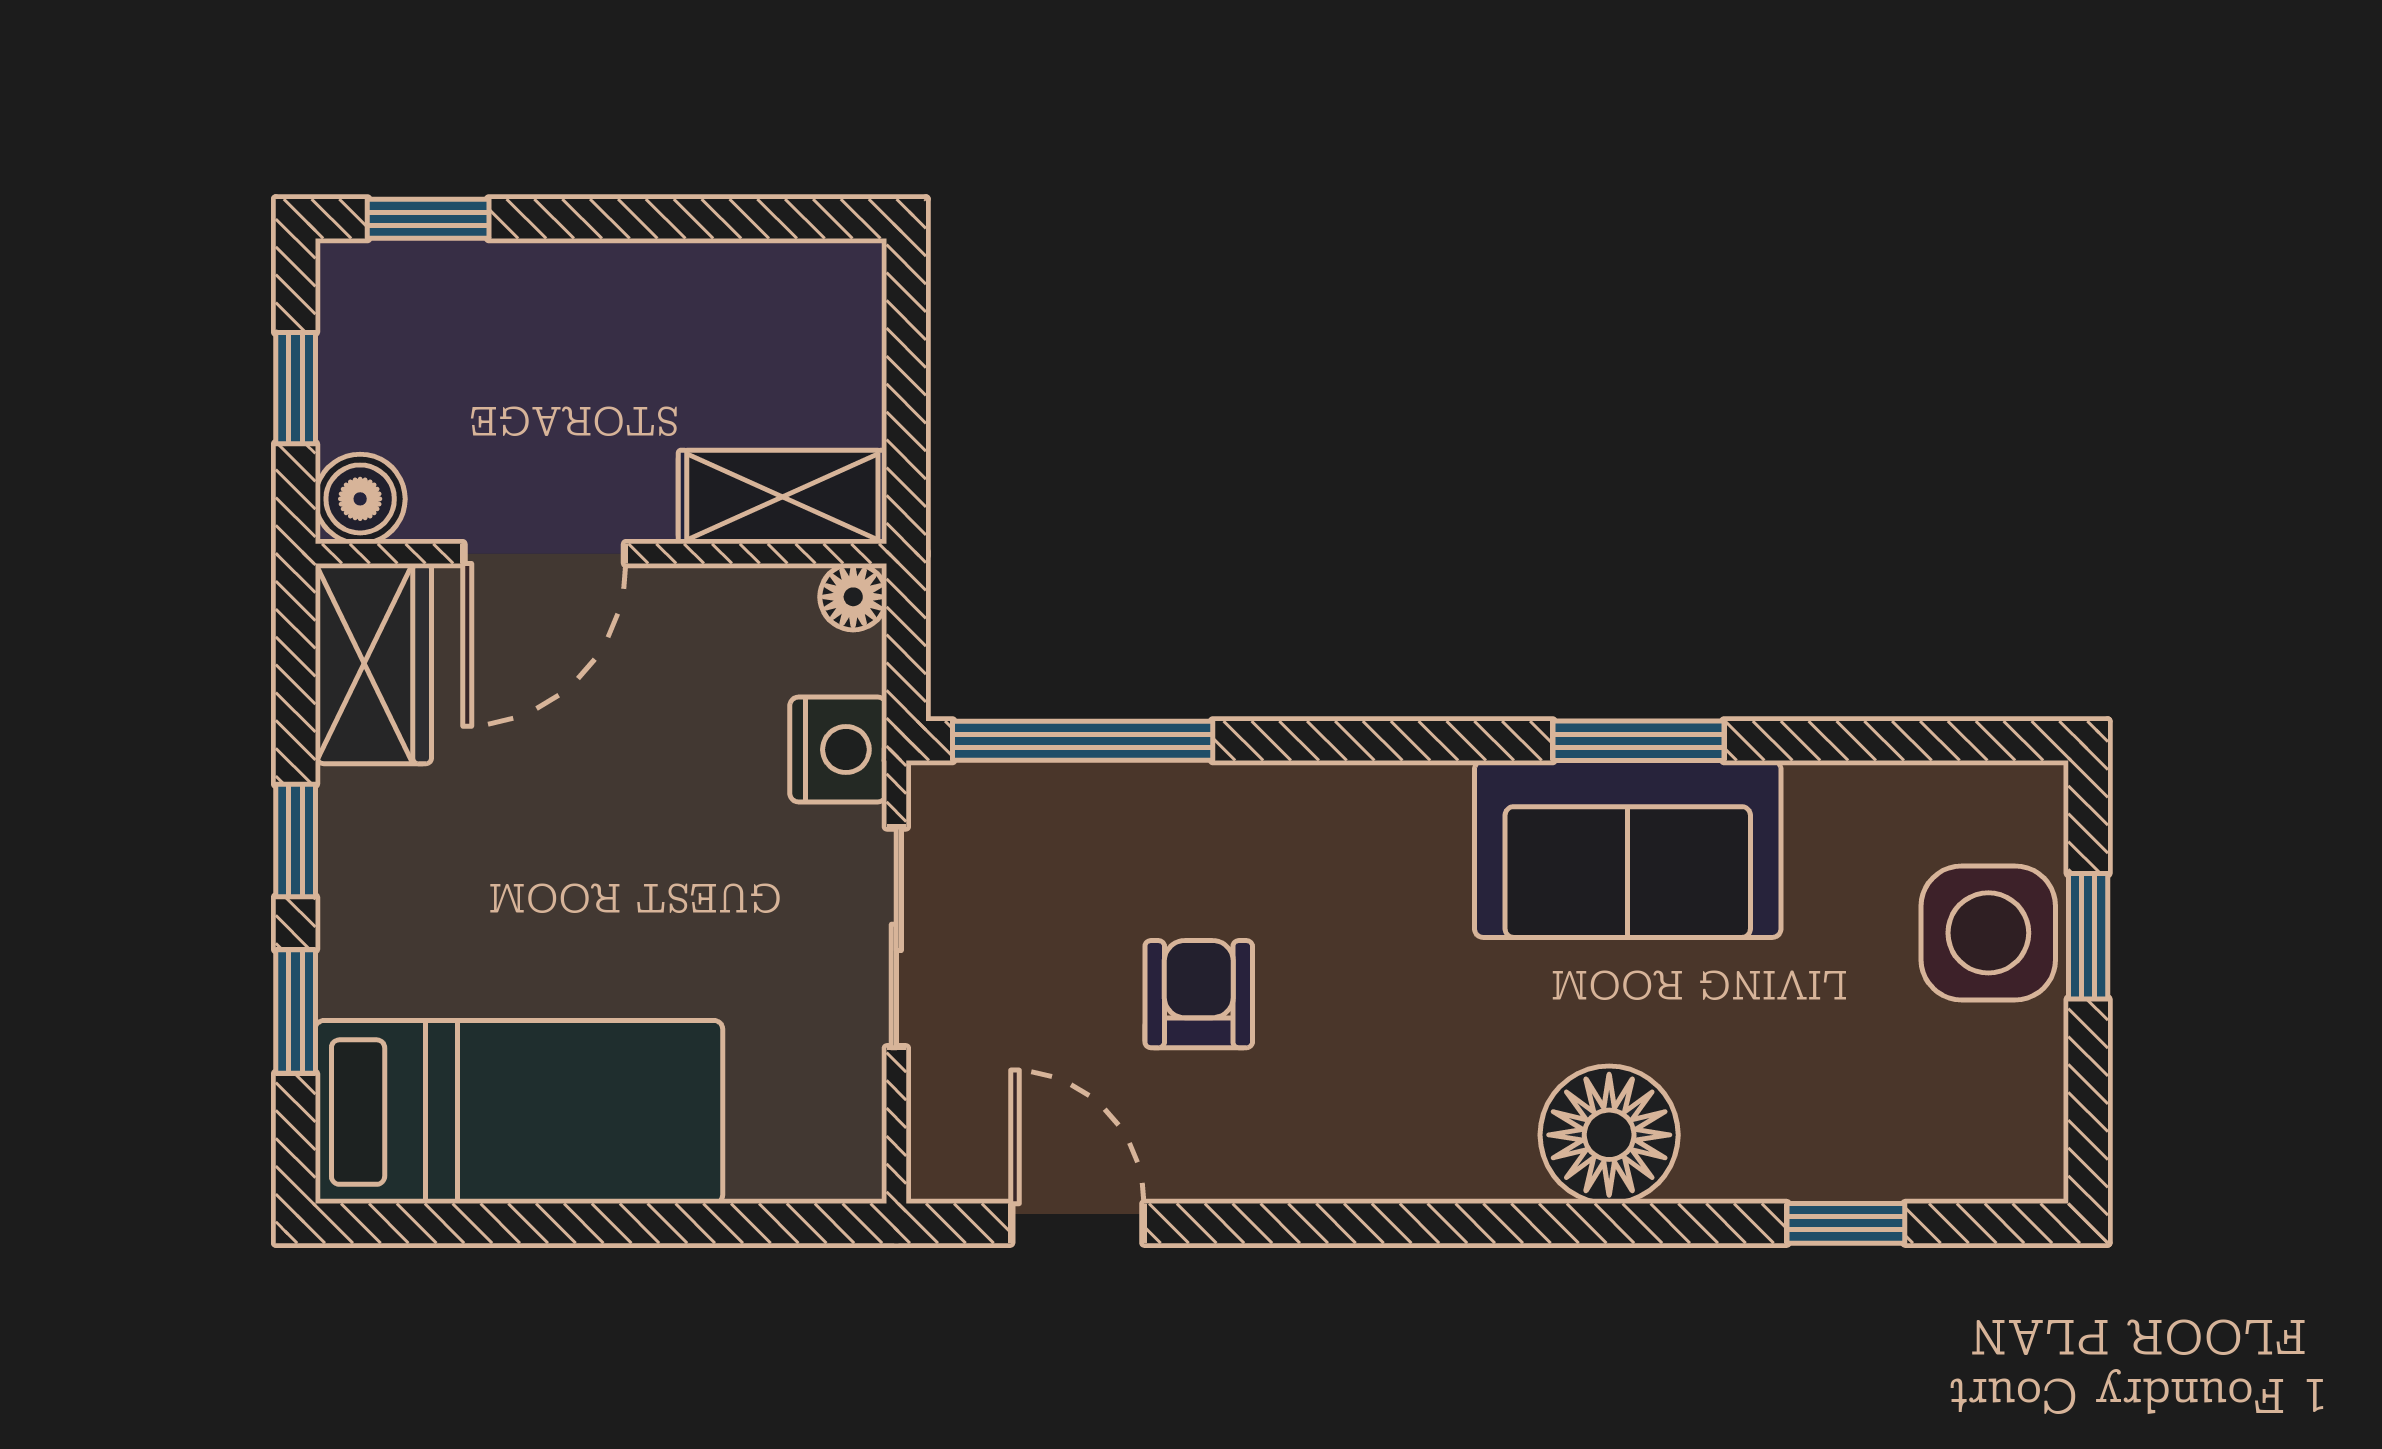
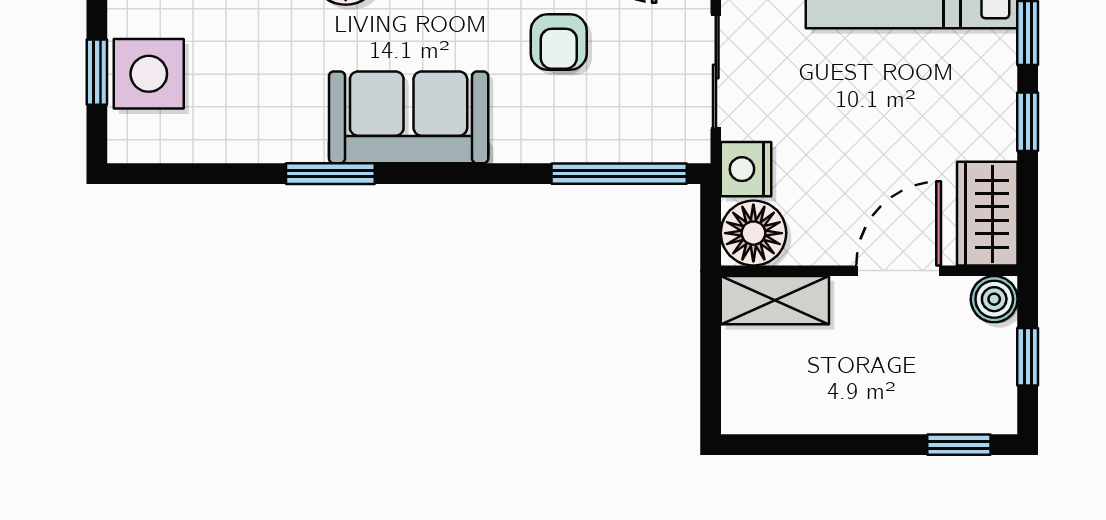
floor lamp: (853, 597) -> (753, 233), width x1.89, depth x1.89
sofa: (1628, 849) -> (409, 117), moved

